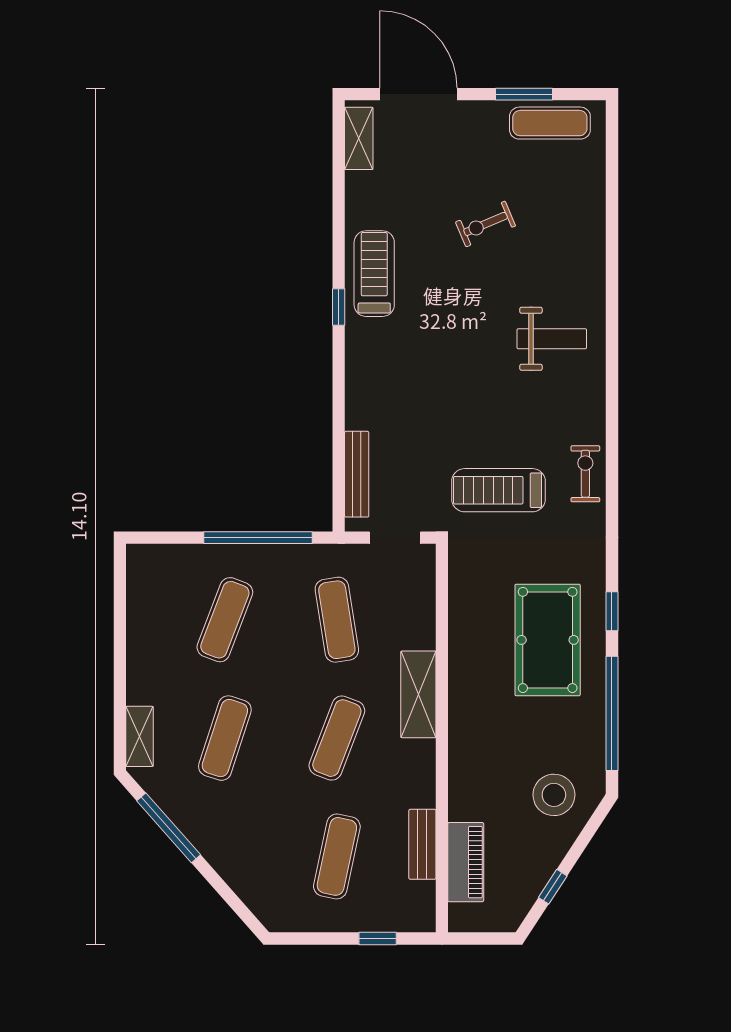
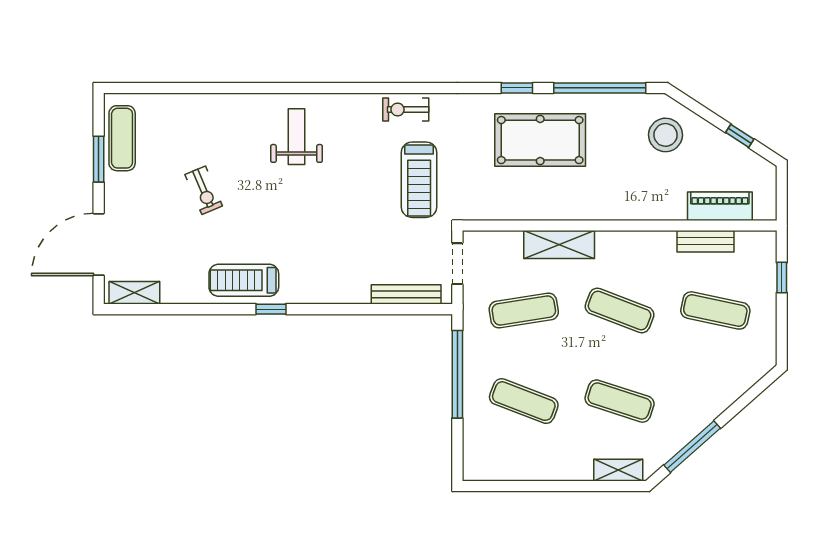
shelving: (418, 694) -> (559, 245), moved

